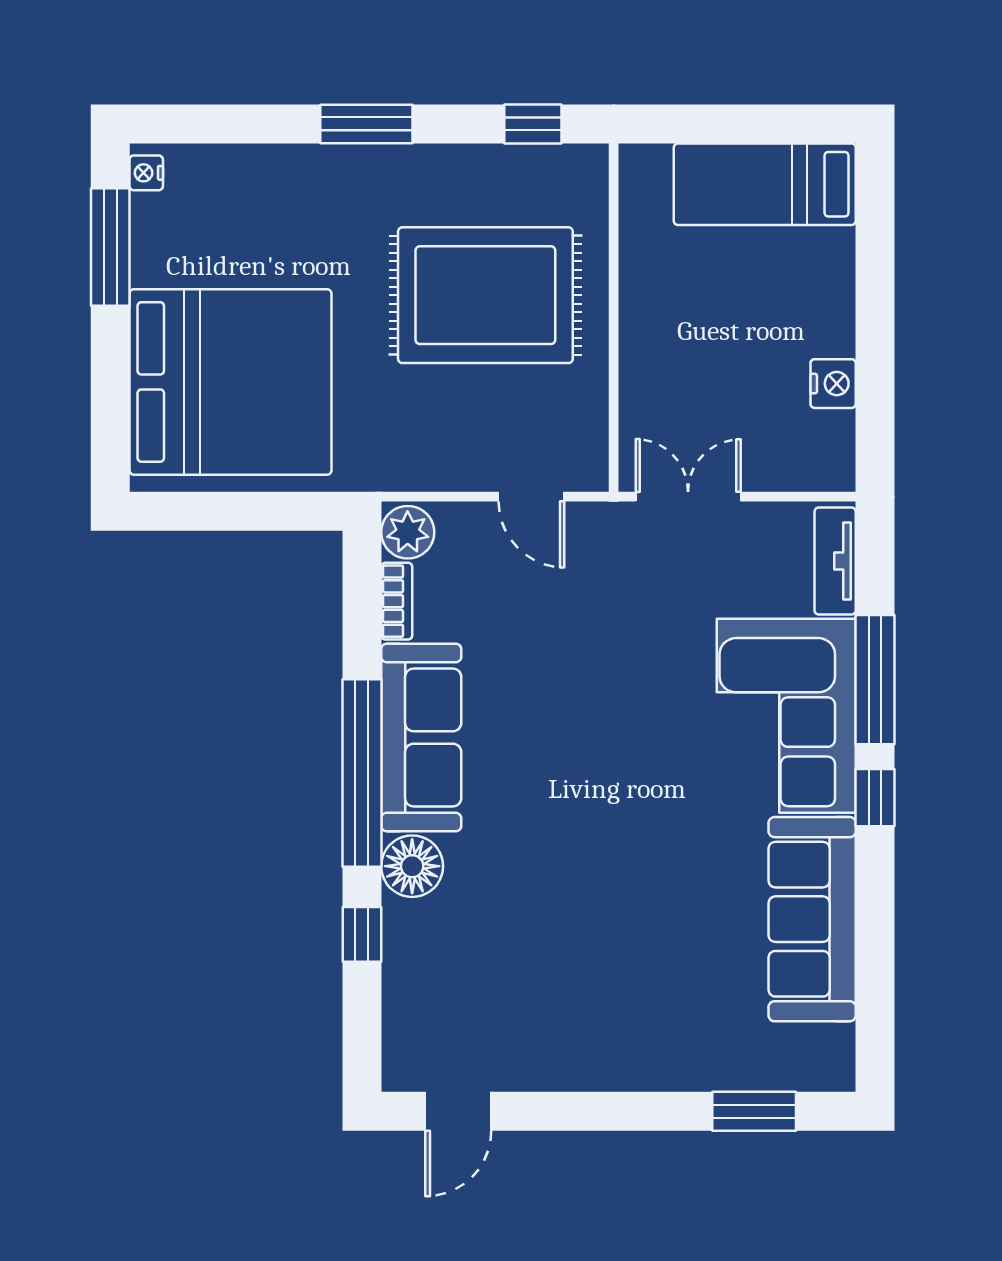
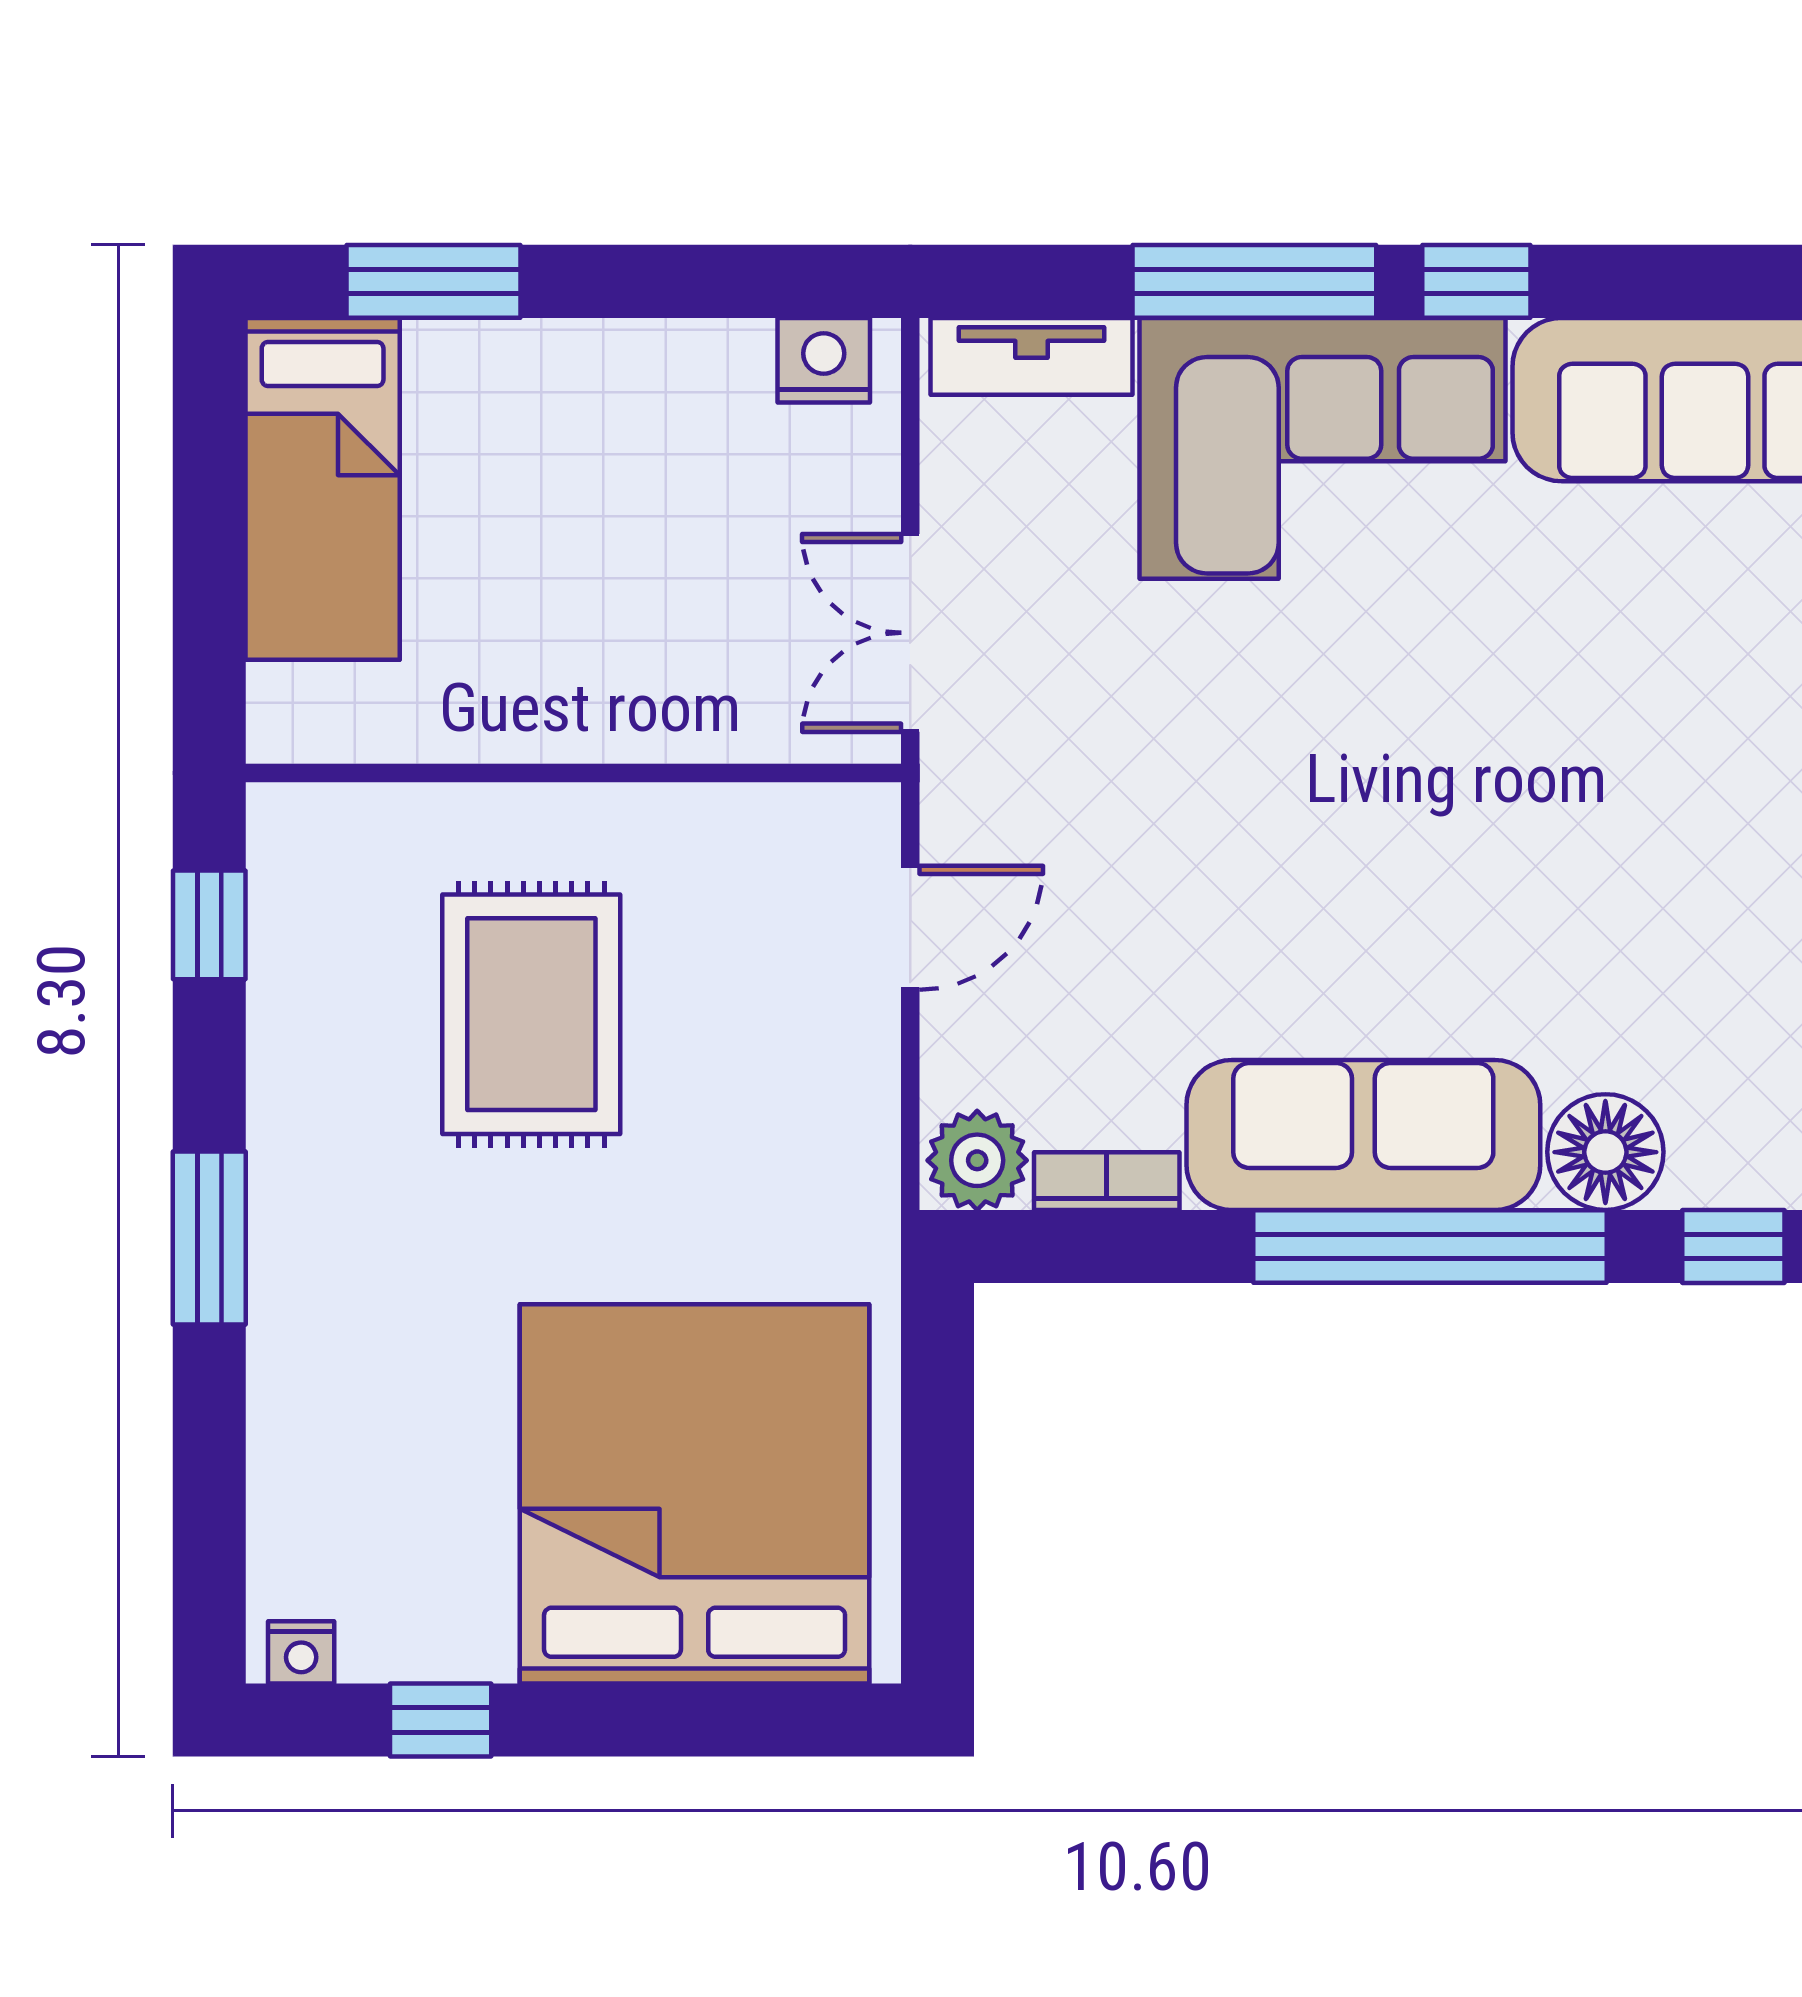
window: (875, 243) -> (433, 281), added
window: (110, 247) -> (441, 1720), width x0.46
rug: (485, 295) -> (531, 1014), width x0.73, depth x0.69
nightstand: (833, 384) -> (824, 360), moved

